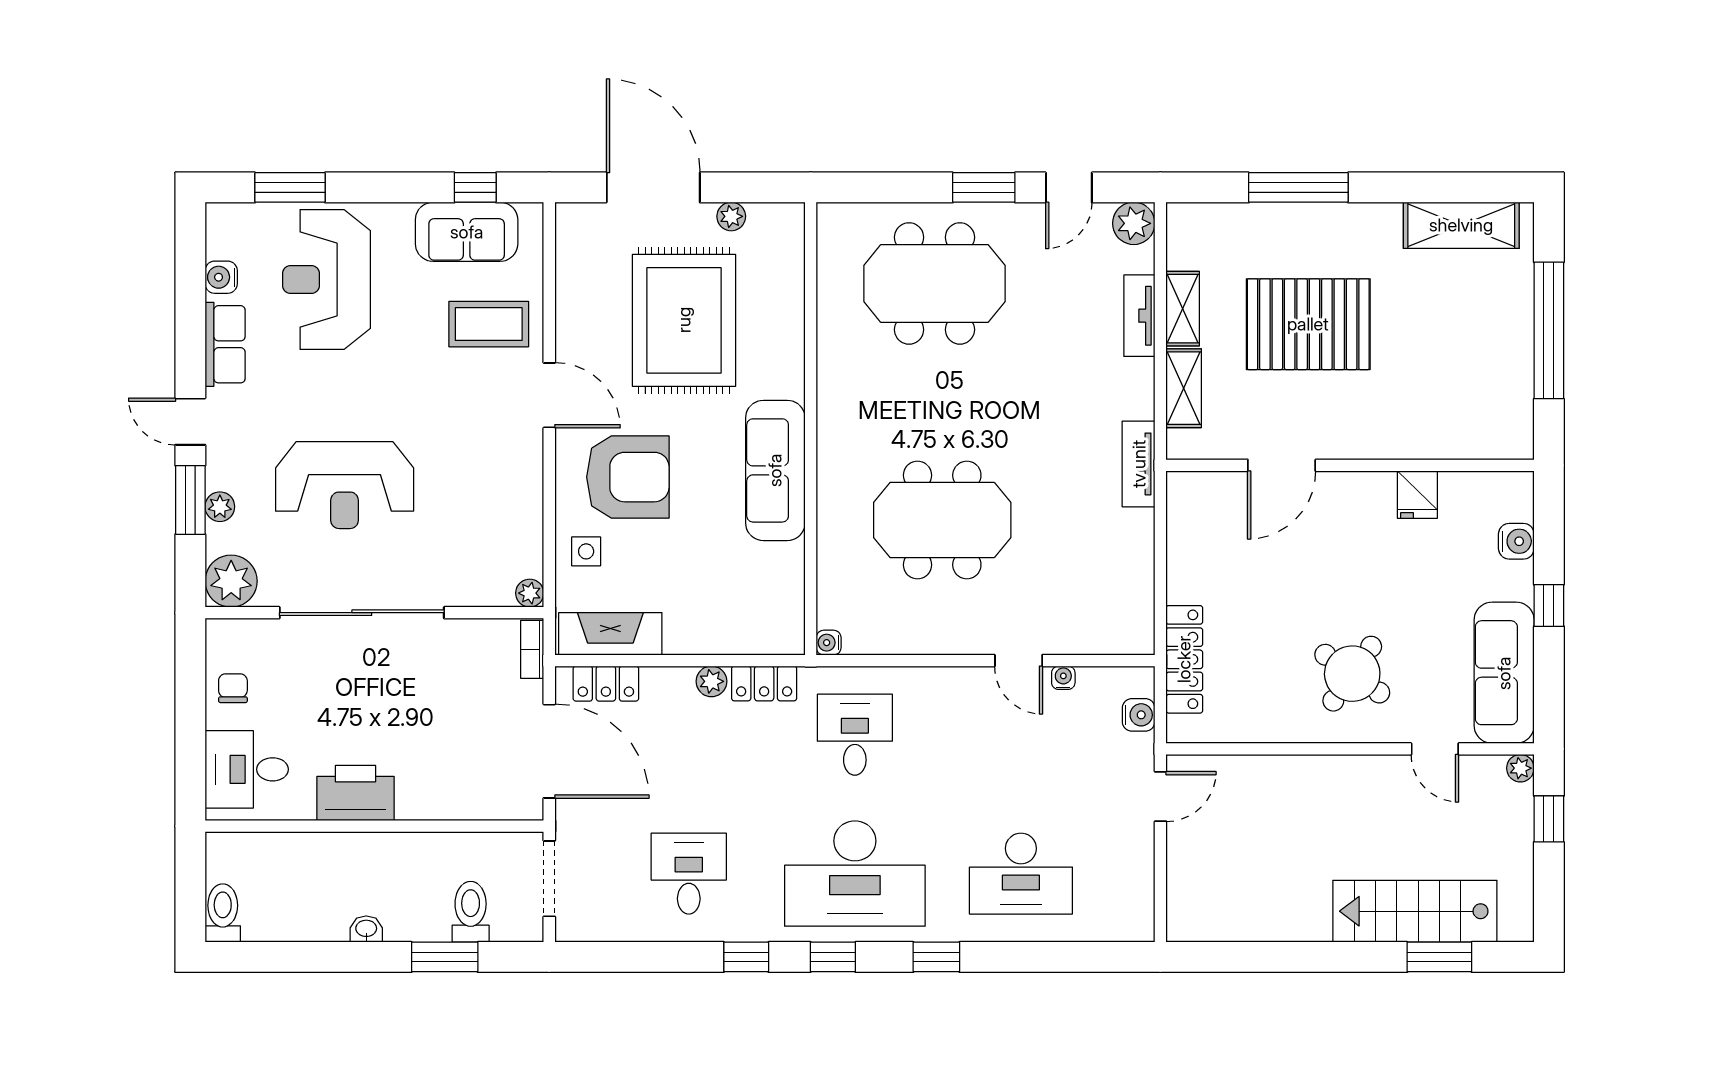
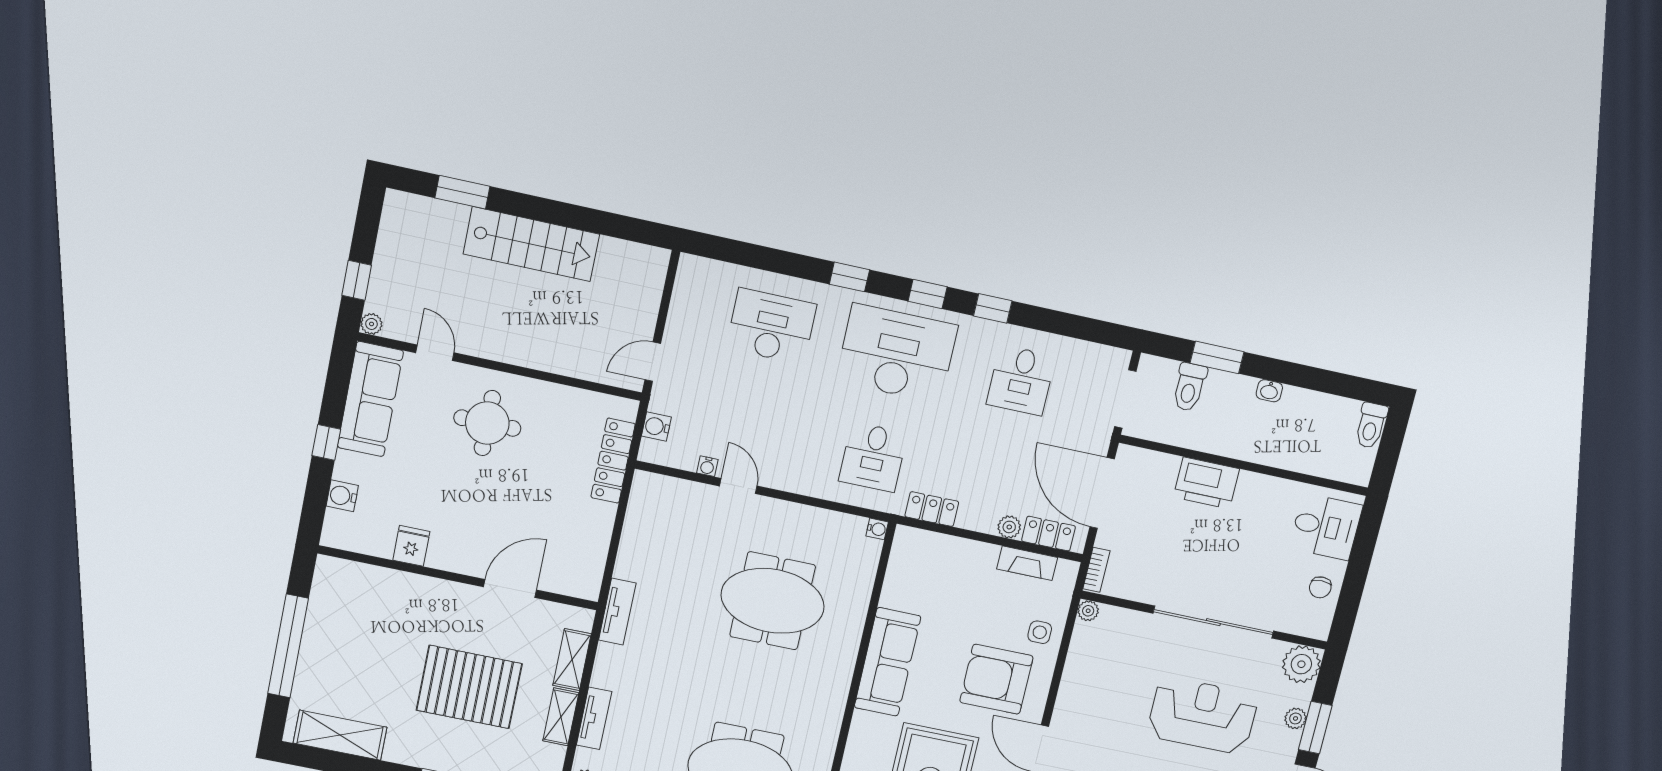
fireplace: (610, 634) -> (1027, 563), width x0.73, depth x0.76
round table: (1352, 674) -> (487, 423), turned -35
plant: (711, 681) -> (1009, 527), moved
printer: (356, 793) -> (1206, 483), moved
stairs: (1415, 911) -> (531, 244), moved

